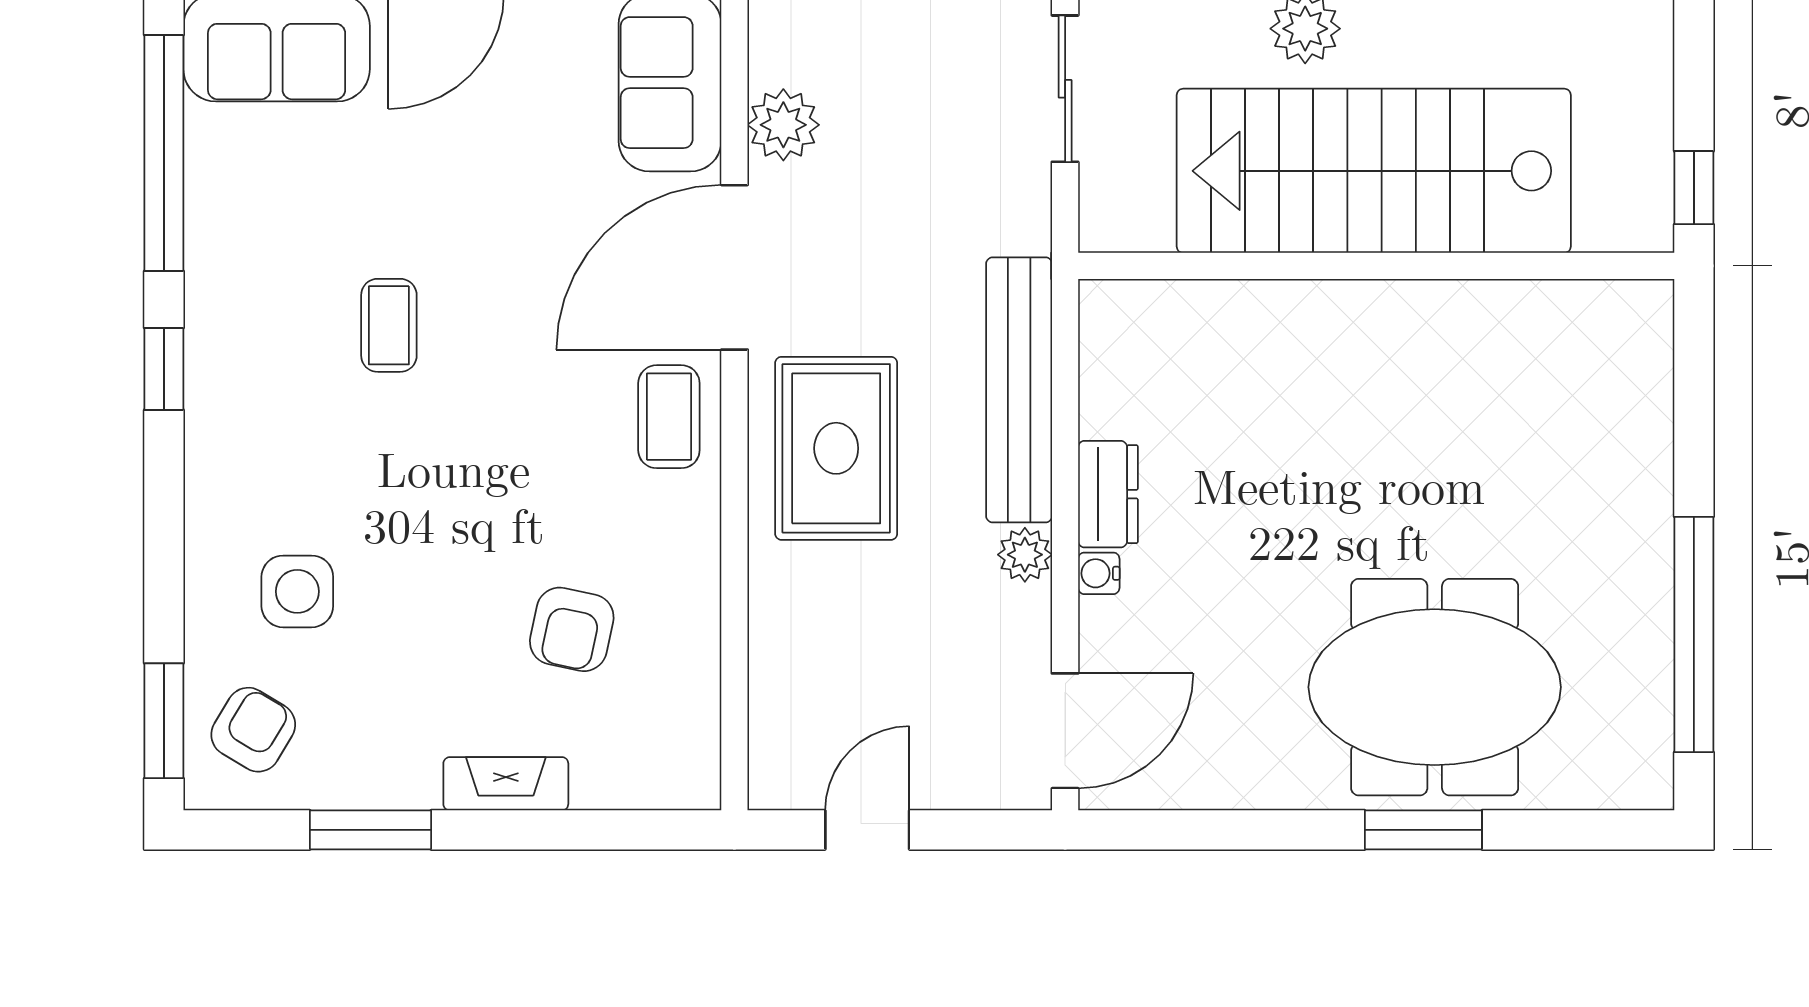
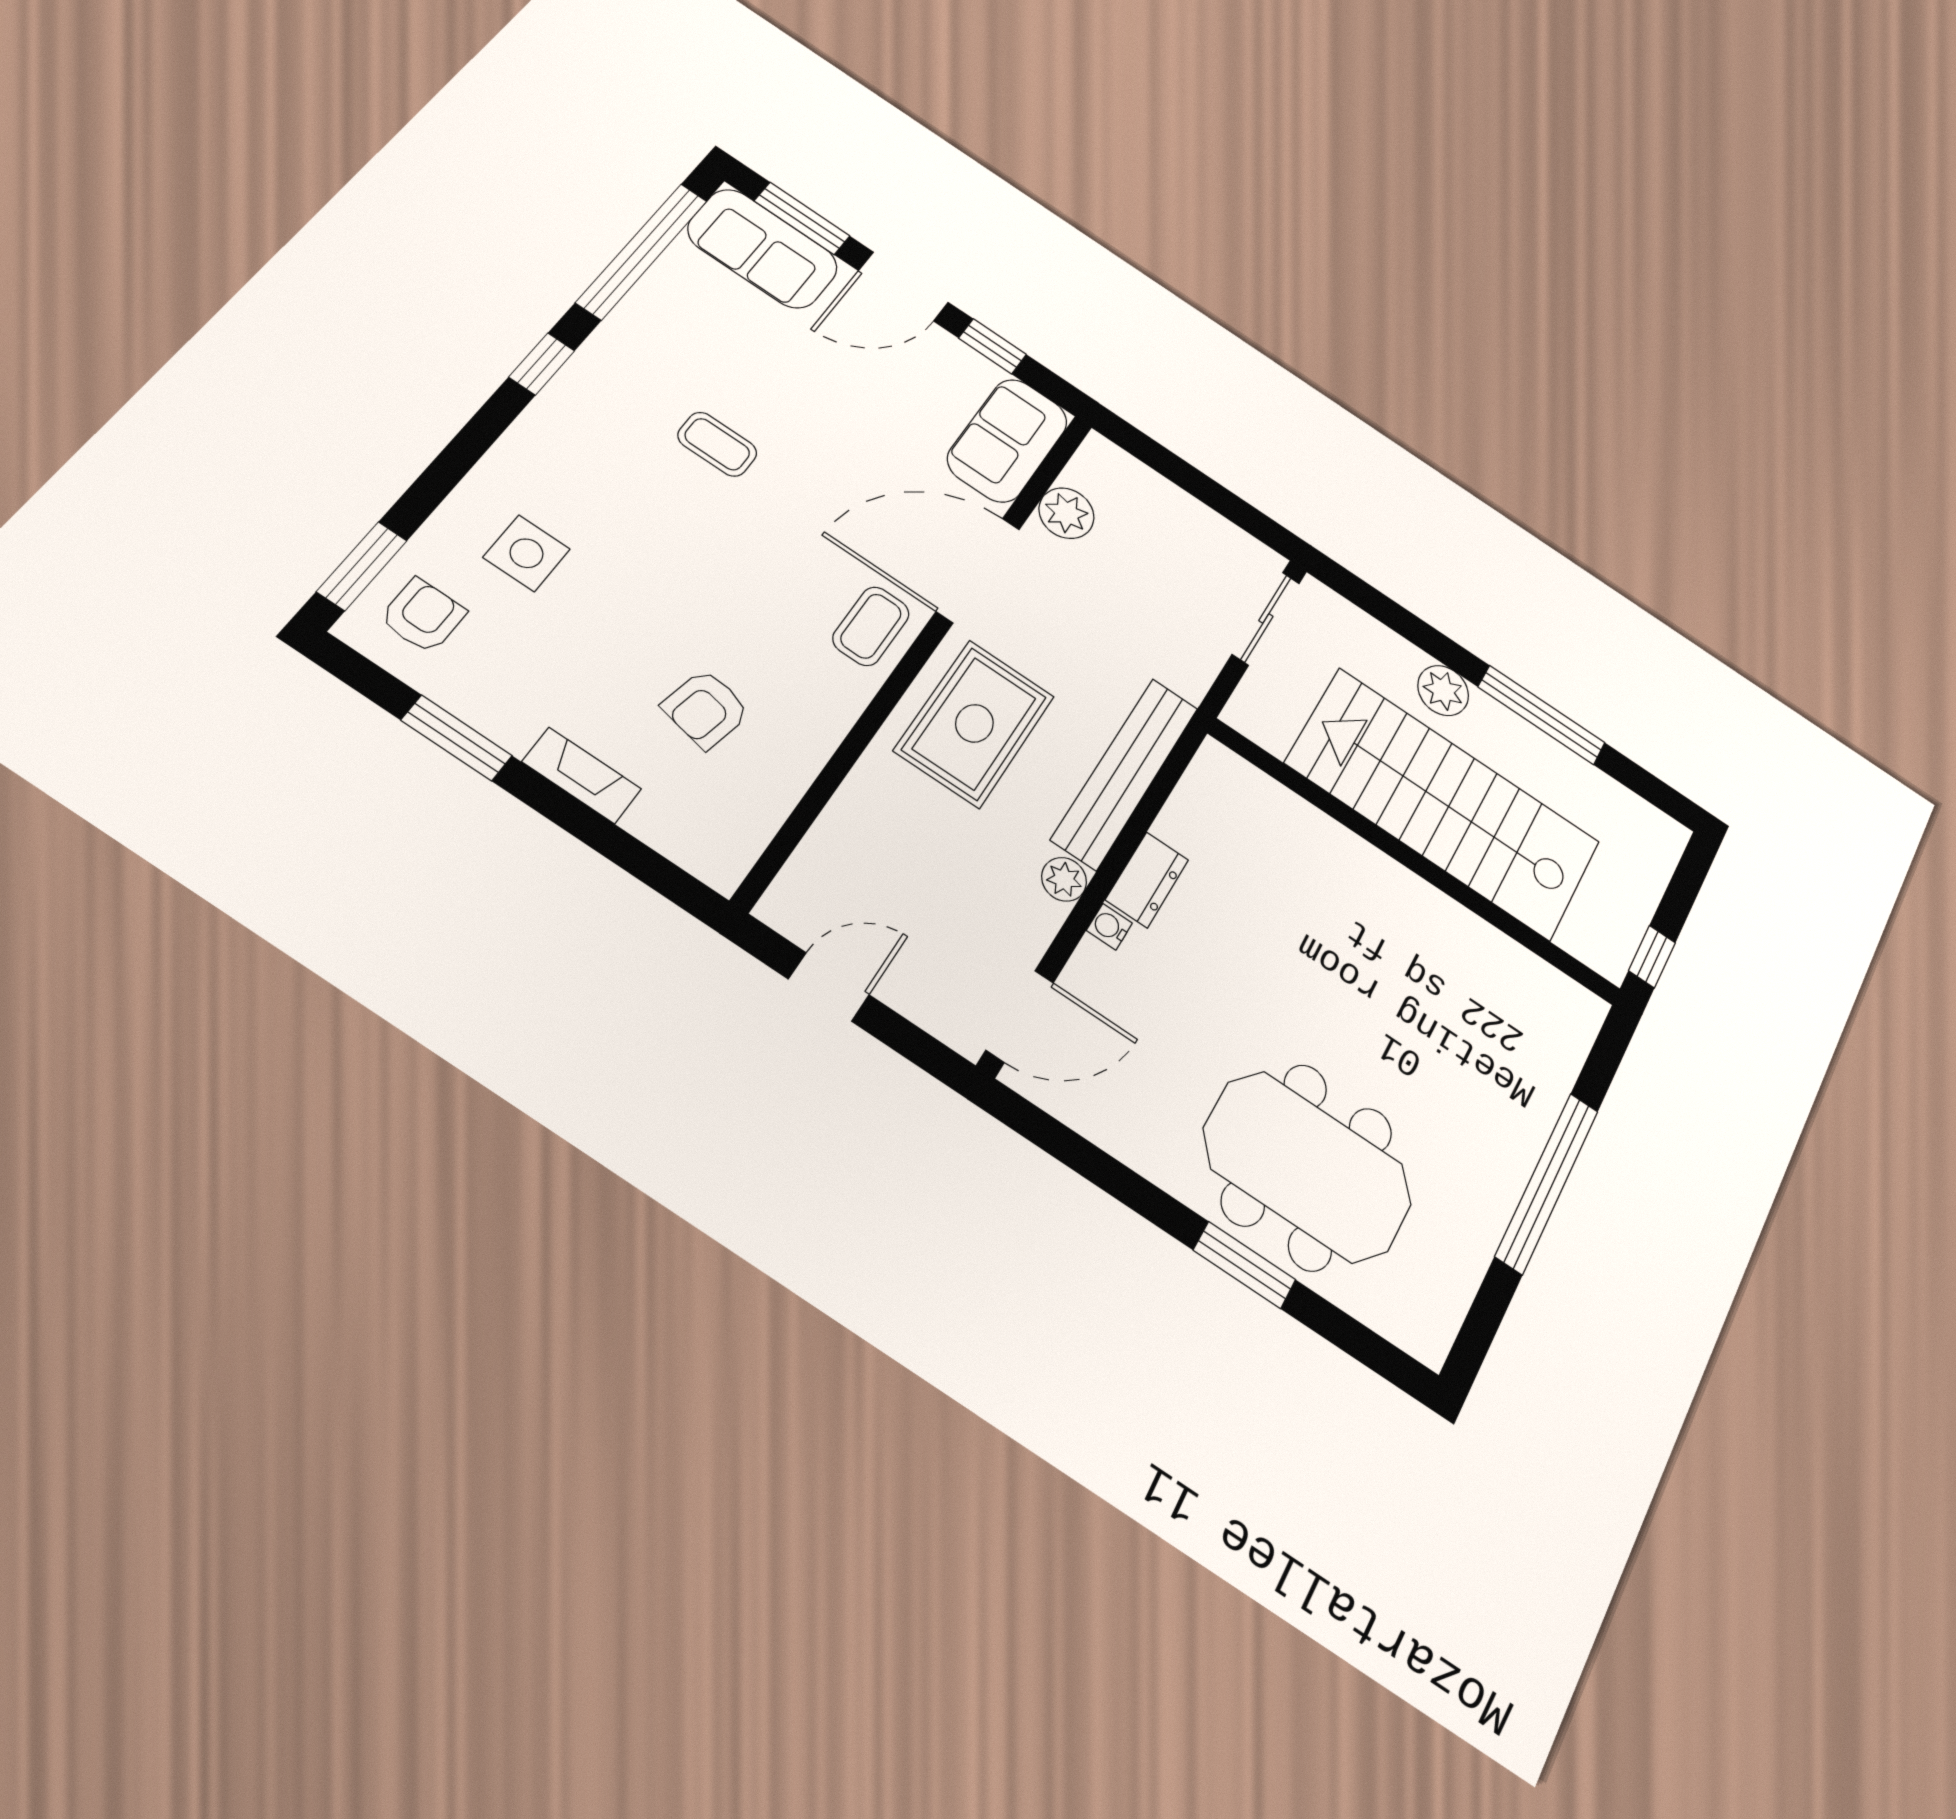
coffee table: (389, 325) -> (717, 444), turned 90
window: (1694, 634) -> (1547, 1183), moved
armchair: (253, 730) -> (423, 616), turned -31

